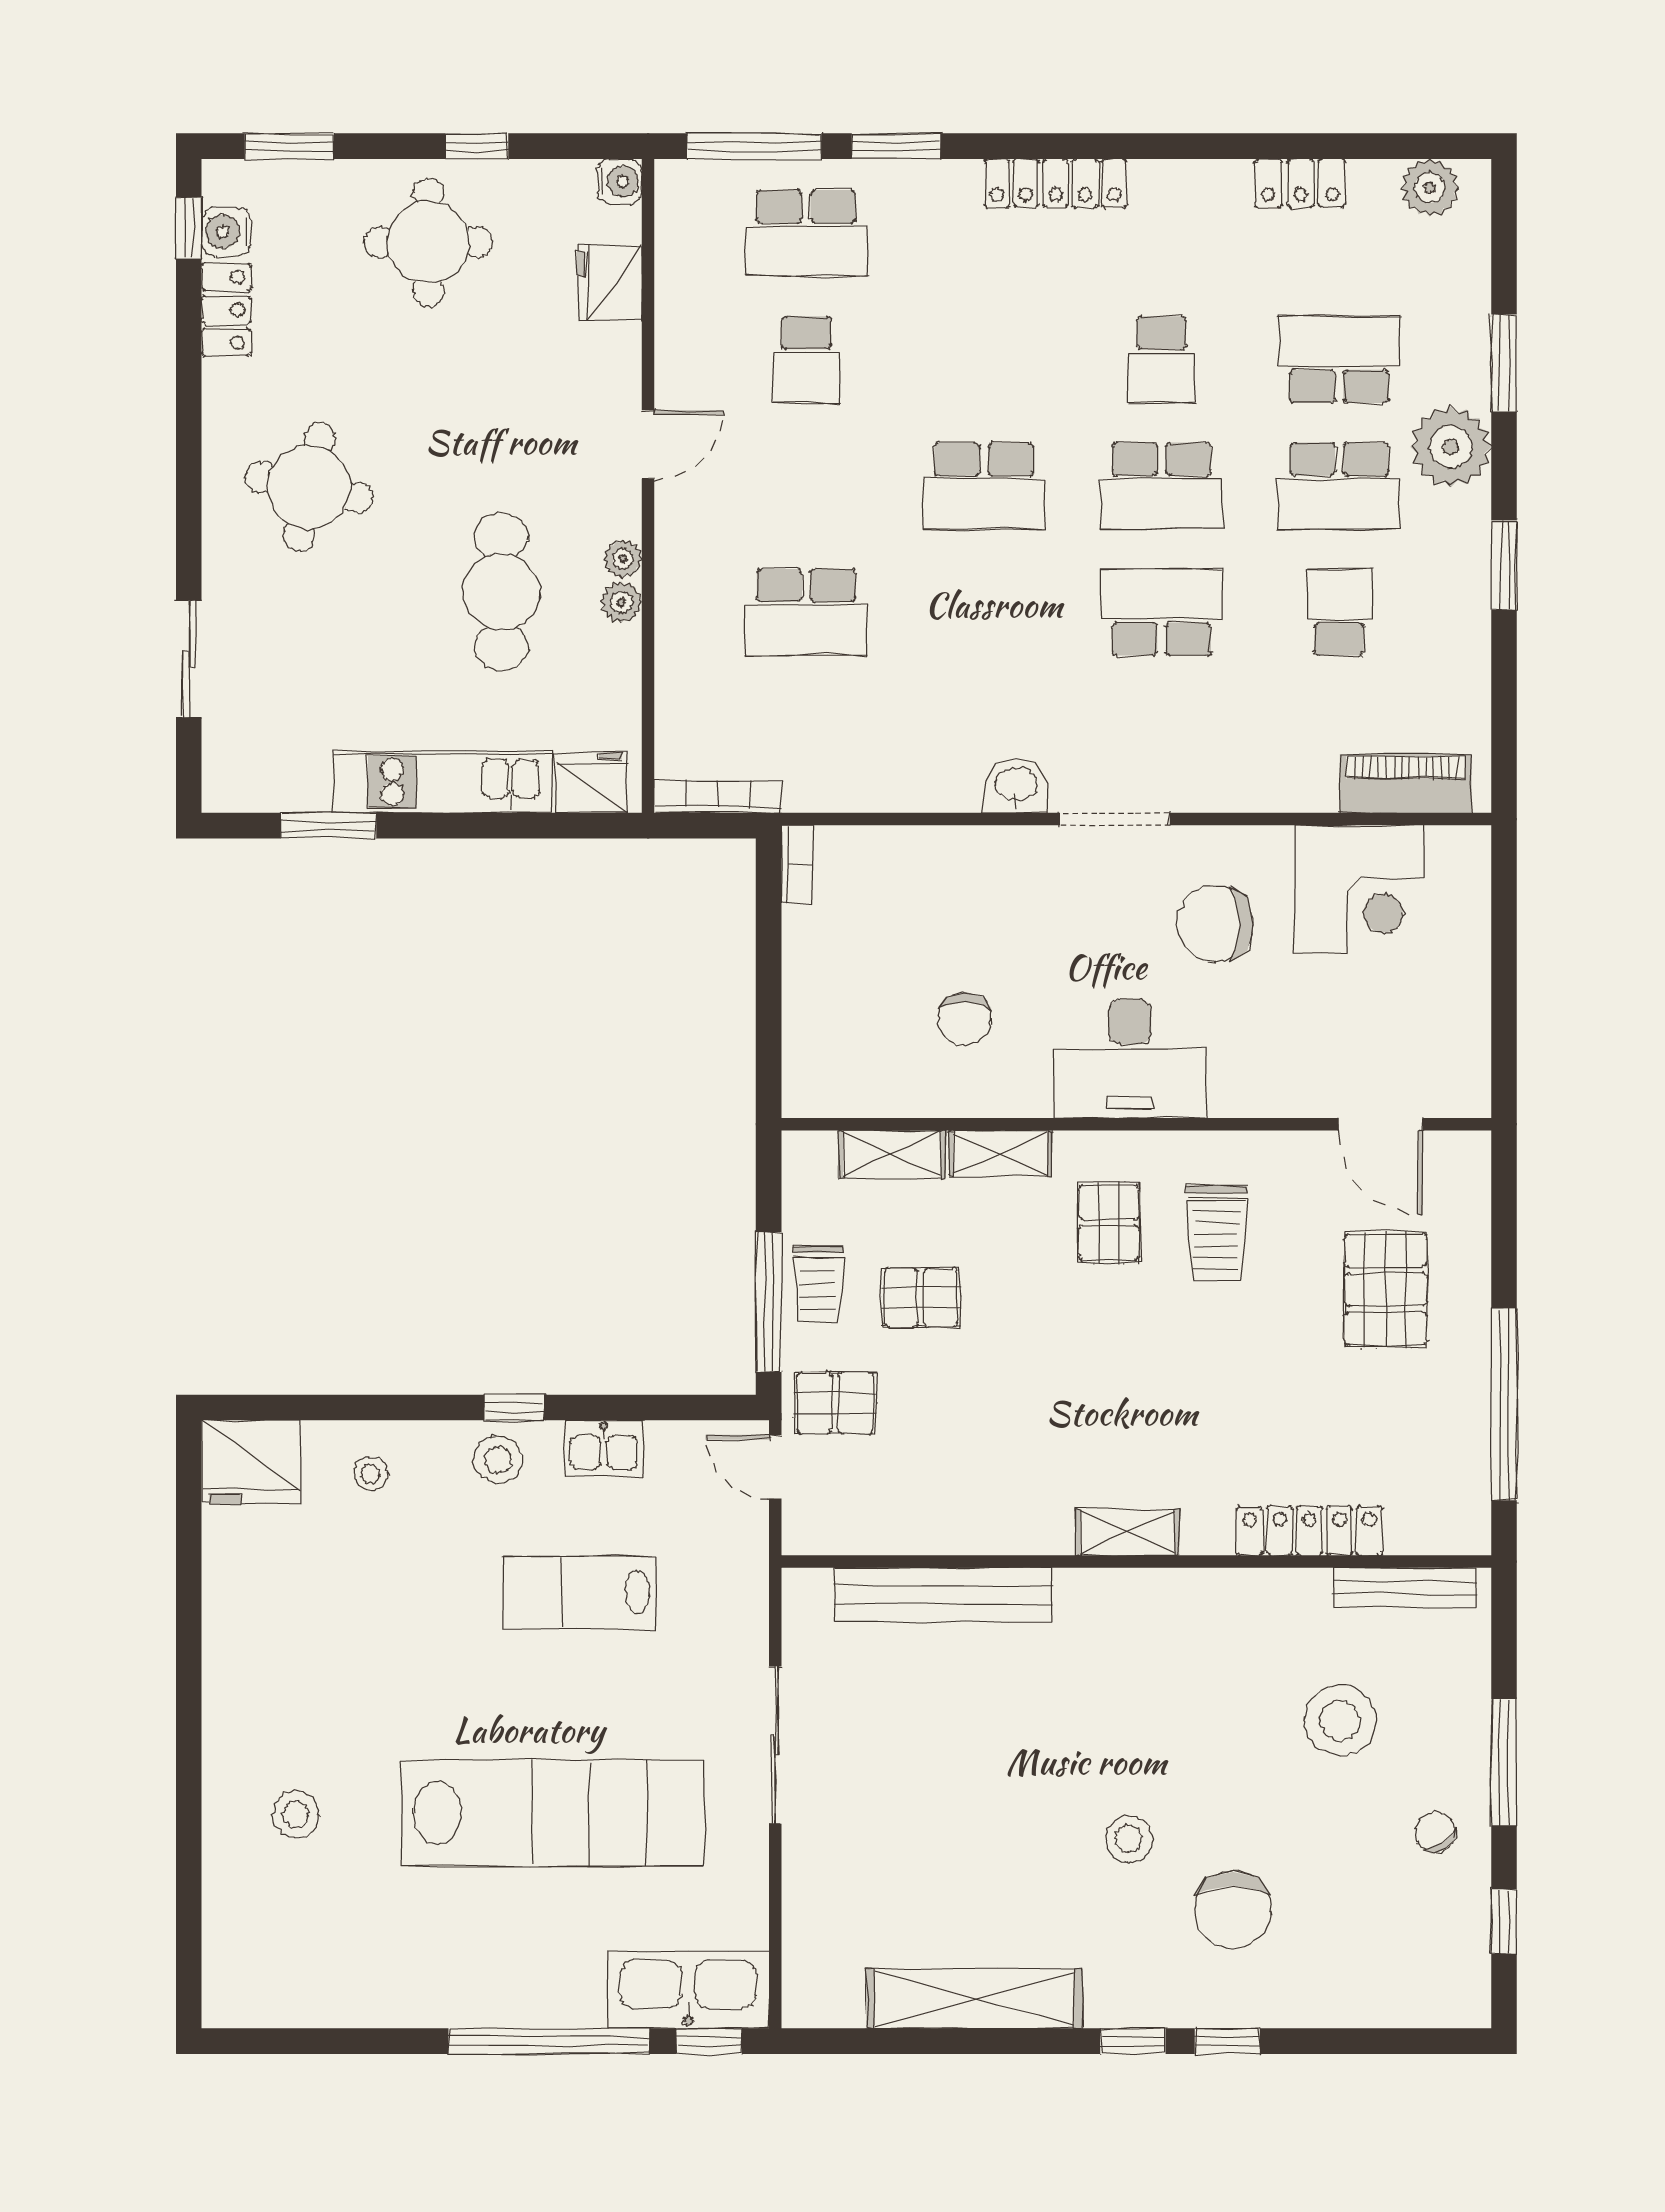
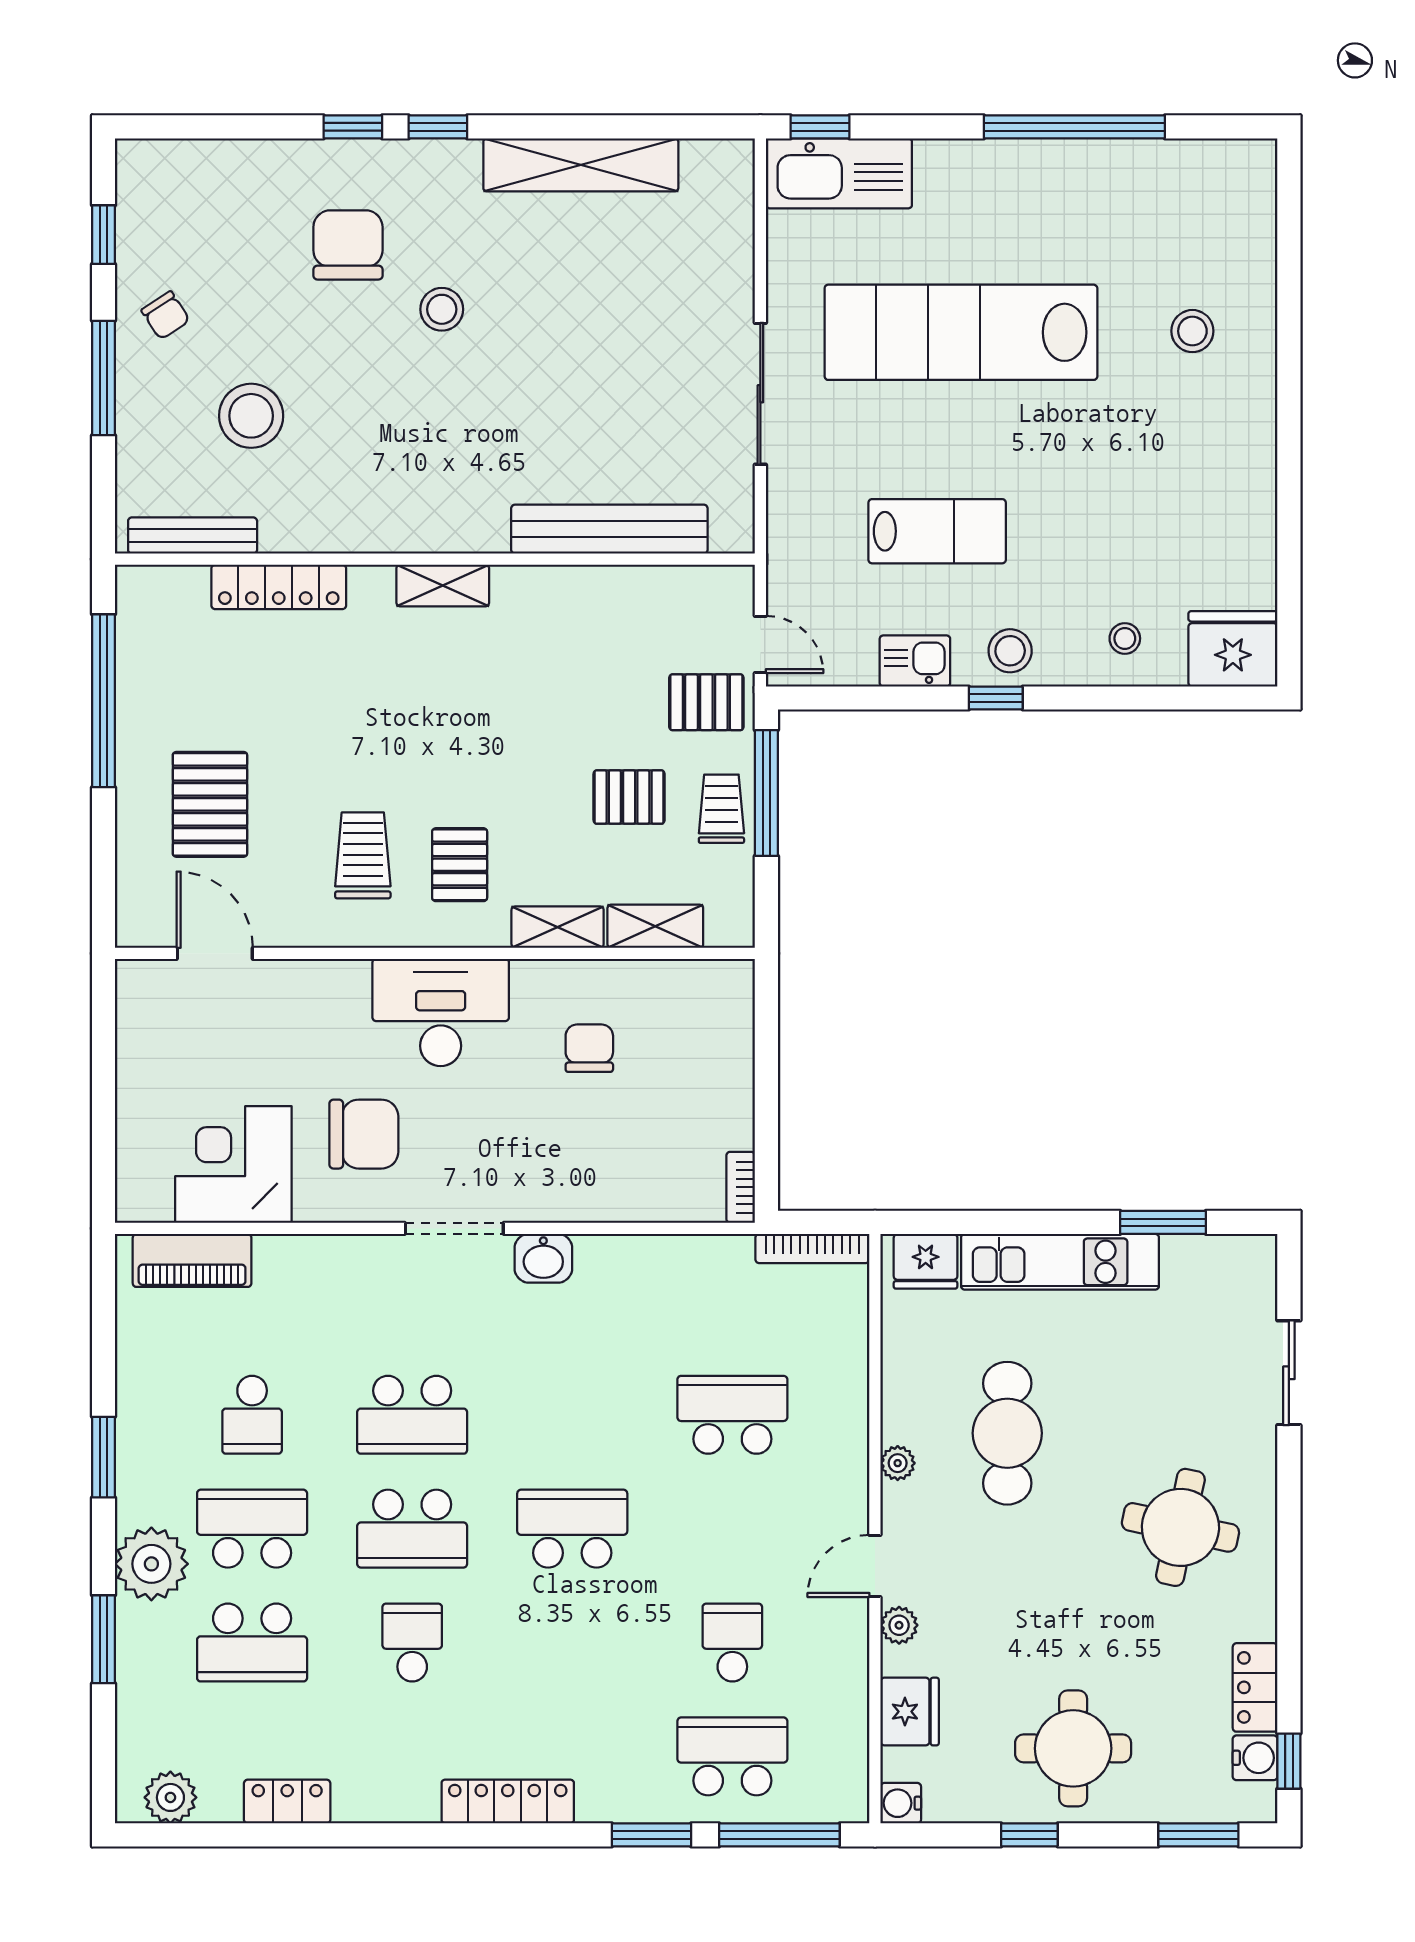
school desk: (1162, 486) -> (412, 1529), turned 180
plant: (621, 602) -> (899, 1625), moved
window: (549, 2041) -> (1074, 127), moved

